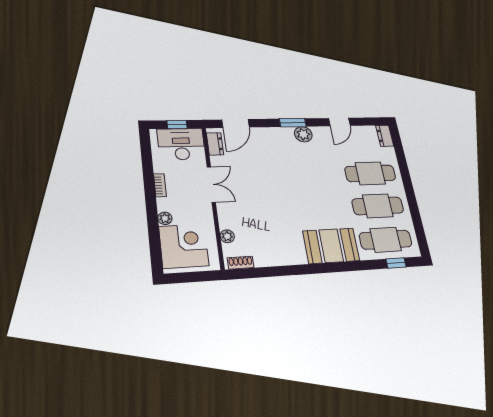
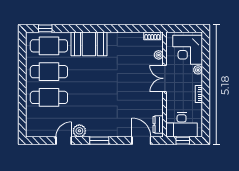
door: (236, 124) -> (141, 141), hinge flipped
plant: (303, 134) -> (79, 131), moved
dresser: (385, 136) -> (31, 128), removed
double door: (211, 184) -> (165, 78), moved

